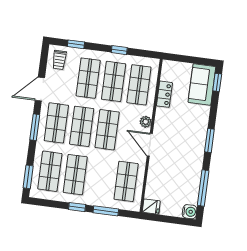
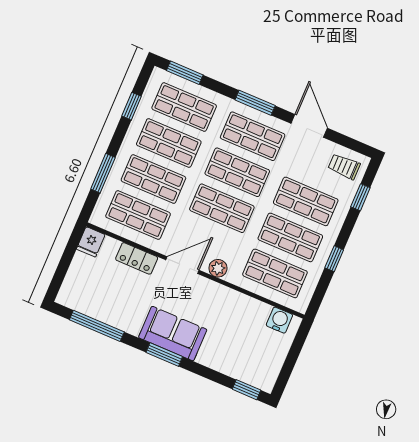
sofa: (202, 84) -> (173, 334), moved
locker: (164, 94) -> (137, 258), moved
shop shelf: (101, 178) -> (153, 179), added
window: (77, 207) -> (132, 106), moved
water cooler: (190, 212) -> (279, 320), moved, turned 180

